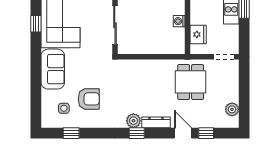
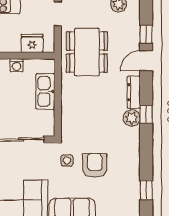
kitchen sink: (157, 46) -> (45, 91), added
dining table: (191, 82) -> (87, 52), width x1.38
armchair: (89, 99) -> (95, 166), moved
side table: (64, 108) -> (67, 160), moved

